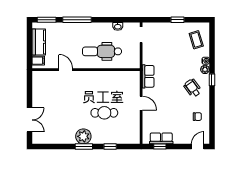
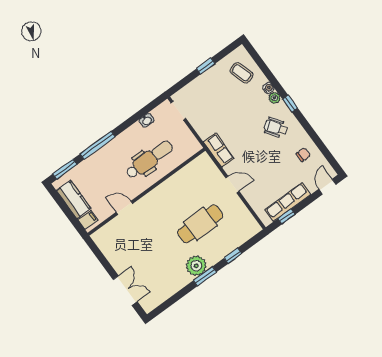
dental chair: (102, 51) -> (149, 160), turned 180
cafe table: (104, 113) -> (200, 224), width x1.37, depth x1.35
row of seats: (161, 138) -> (288, 202), width x1.48

